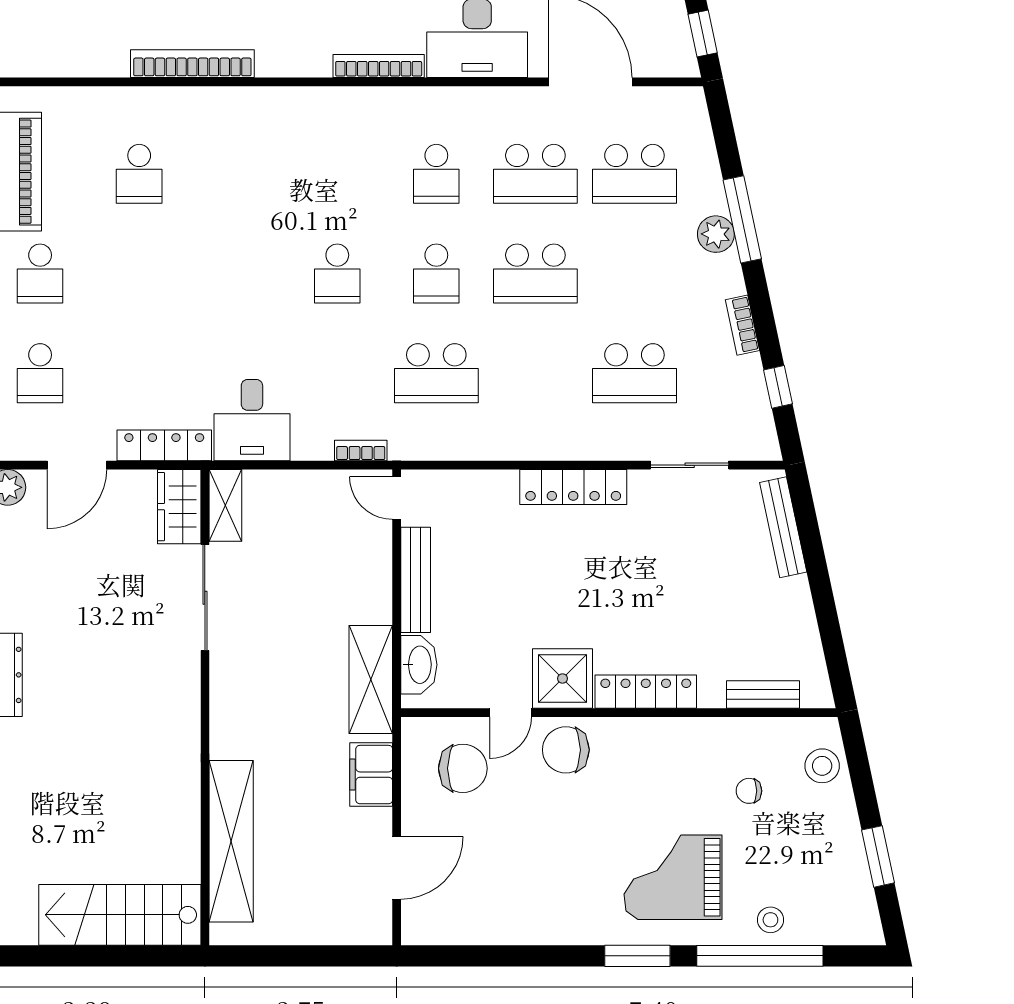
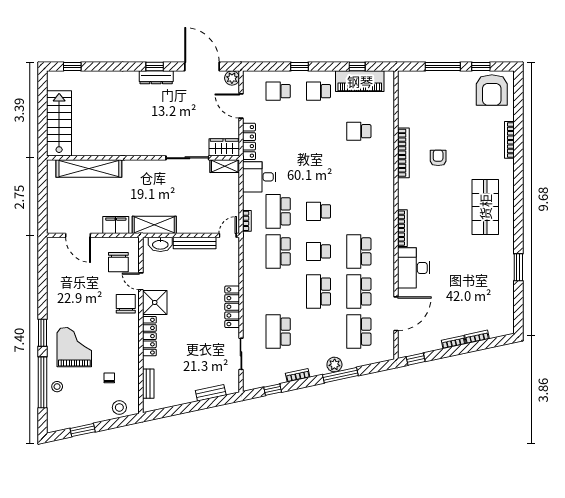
school desk: (436, 174) -> (359, 251), width x1.85
school desk: (337, 373) -> (278, 211), added
bench: (783, 527) -> (211, 393), width x0.73

